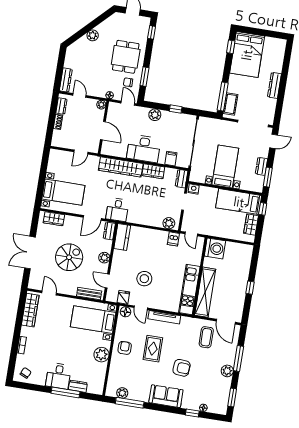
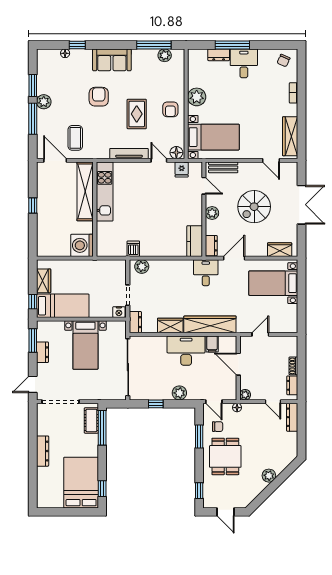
filing cabinet: (171, 159) -> (212, 344), moved
door: (191, 234) -> (113, 258), removed
stool: (144, 279) -> (160, 196), removed
armchair: (182, 368) -> (99, 97), turned 86
window: (232, 397) -> (33, 85), moved

